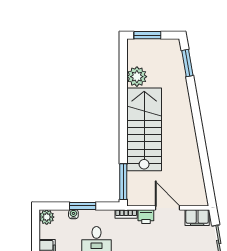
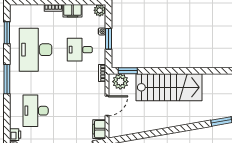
plant: (137, 77) -> (120, 82), moved
window: (123, 182) -> (128, 71), width x0.69
printer: (146, 217) -> (100, 89), removed

